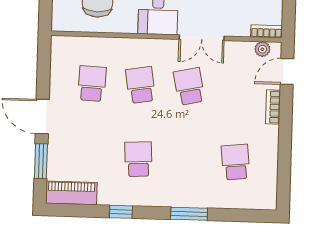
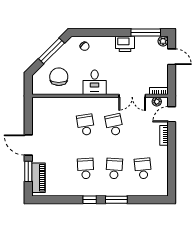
double door: (202, 38) -> (132, 96), moved
school desk: (92, 84) -> (114, 168), moved
piano: (71, 193) -> (38, 178), moved, turned 90
window: (121, 212) -> (90, 200), moved

